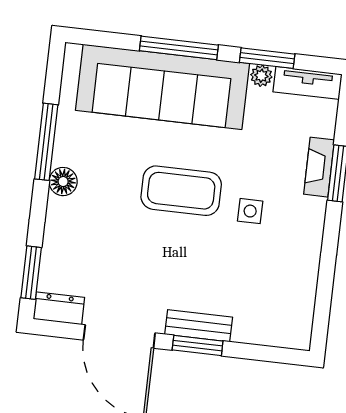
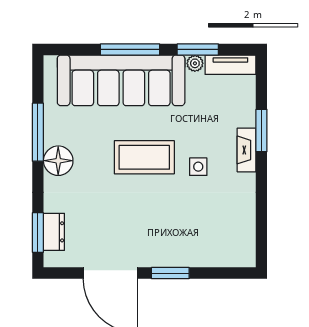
fireplace: (319, 167) -> (247, 150), moved
floor lamp: (63, 182) -> (58, 161), width x1.38, depth x1.38
dresser: (59, 308) -> (54, 232), moved, turned 90
bench: (199, 326) -> (169, 258), removed

